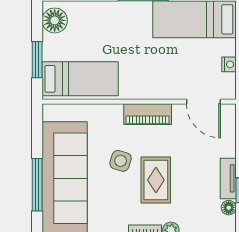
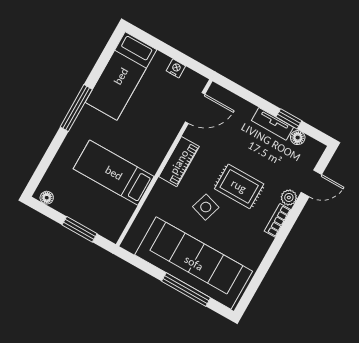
floor lamp: (55, 20) -> (47, 198), width x0.53, depth x0.53
bed: (80, 79) -> (114, 173), moved, turned -90

